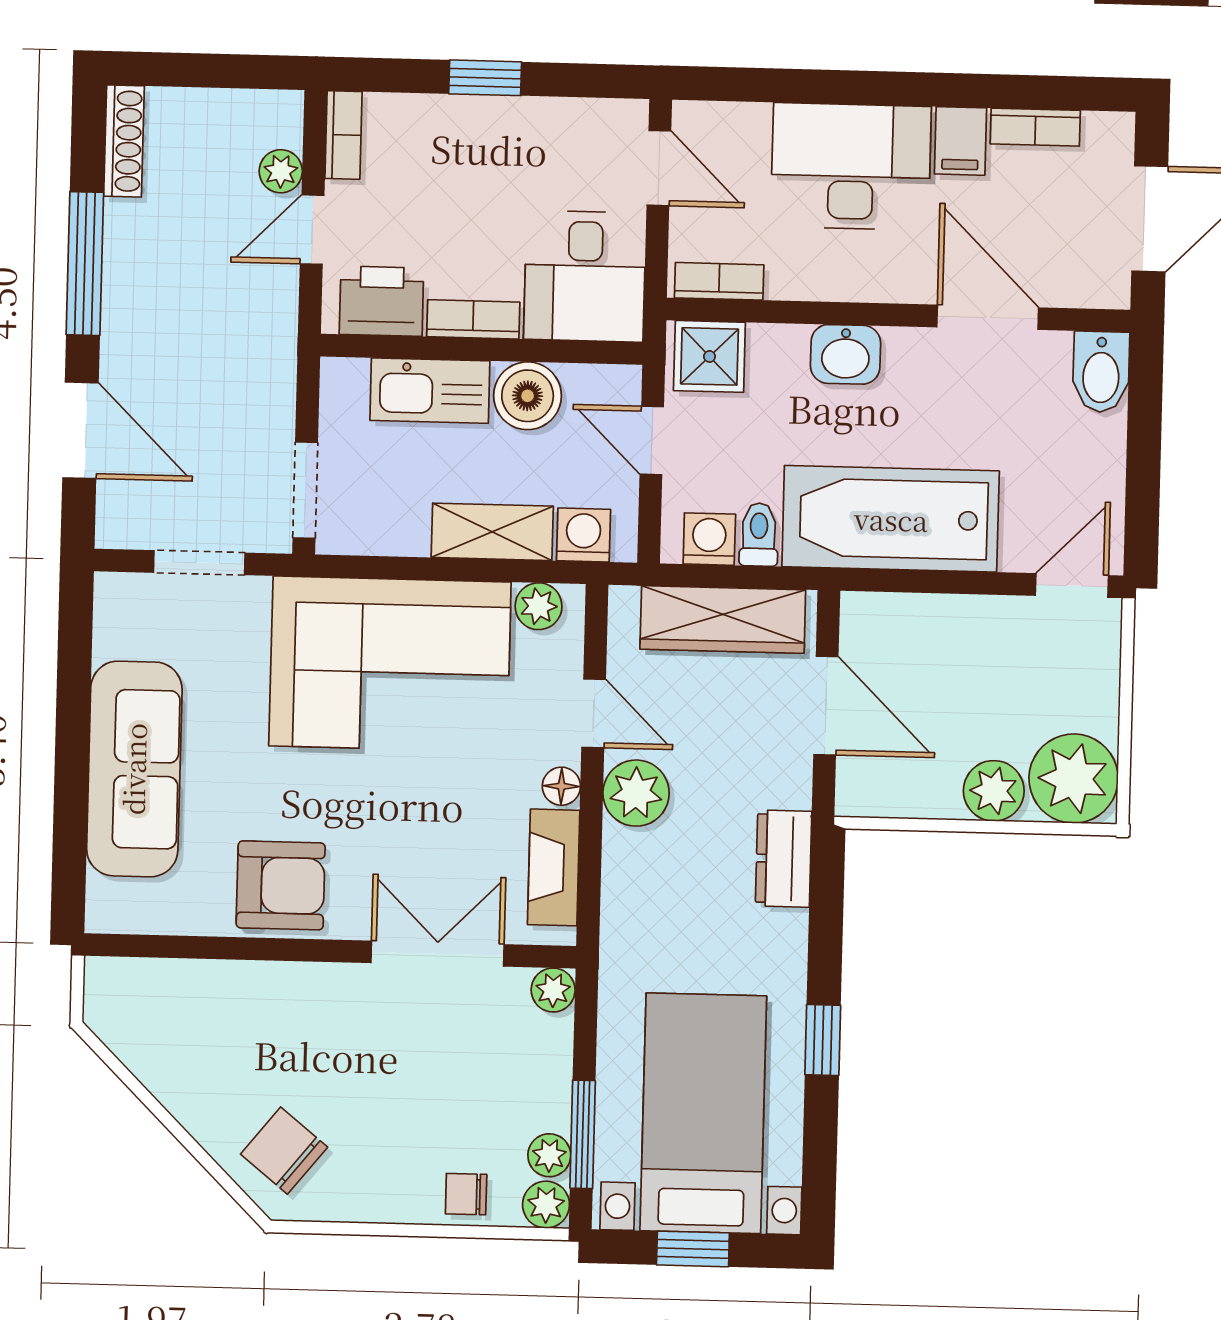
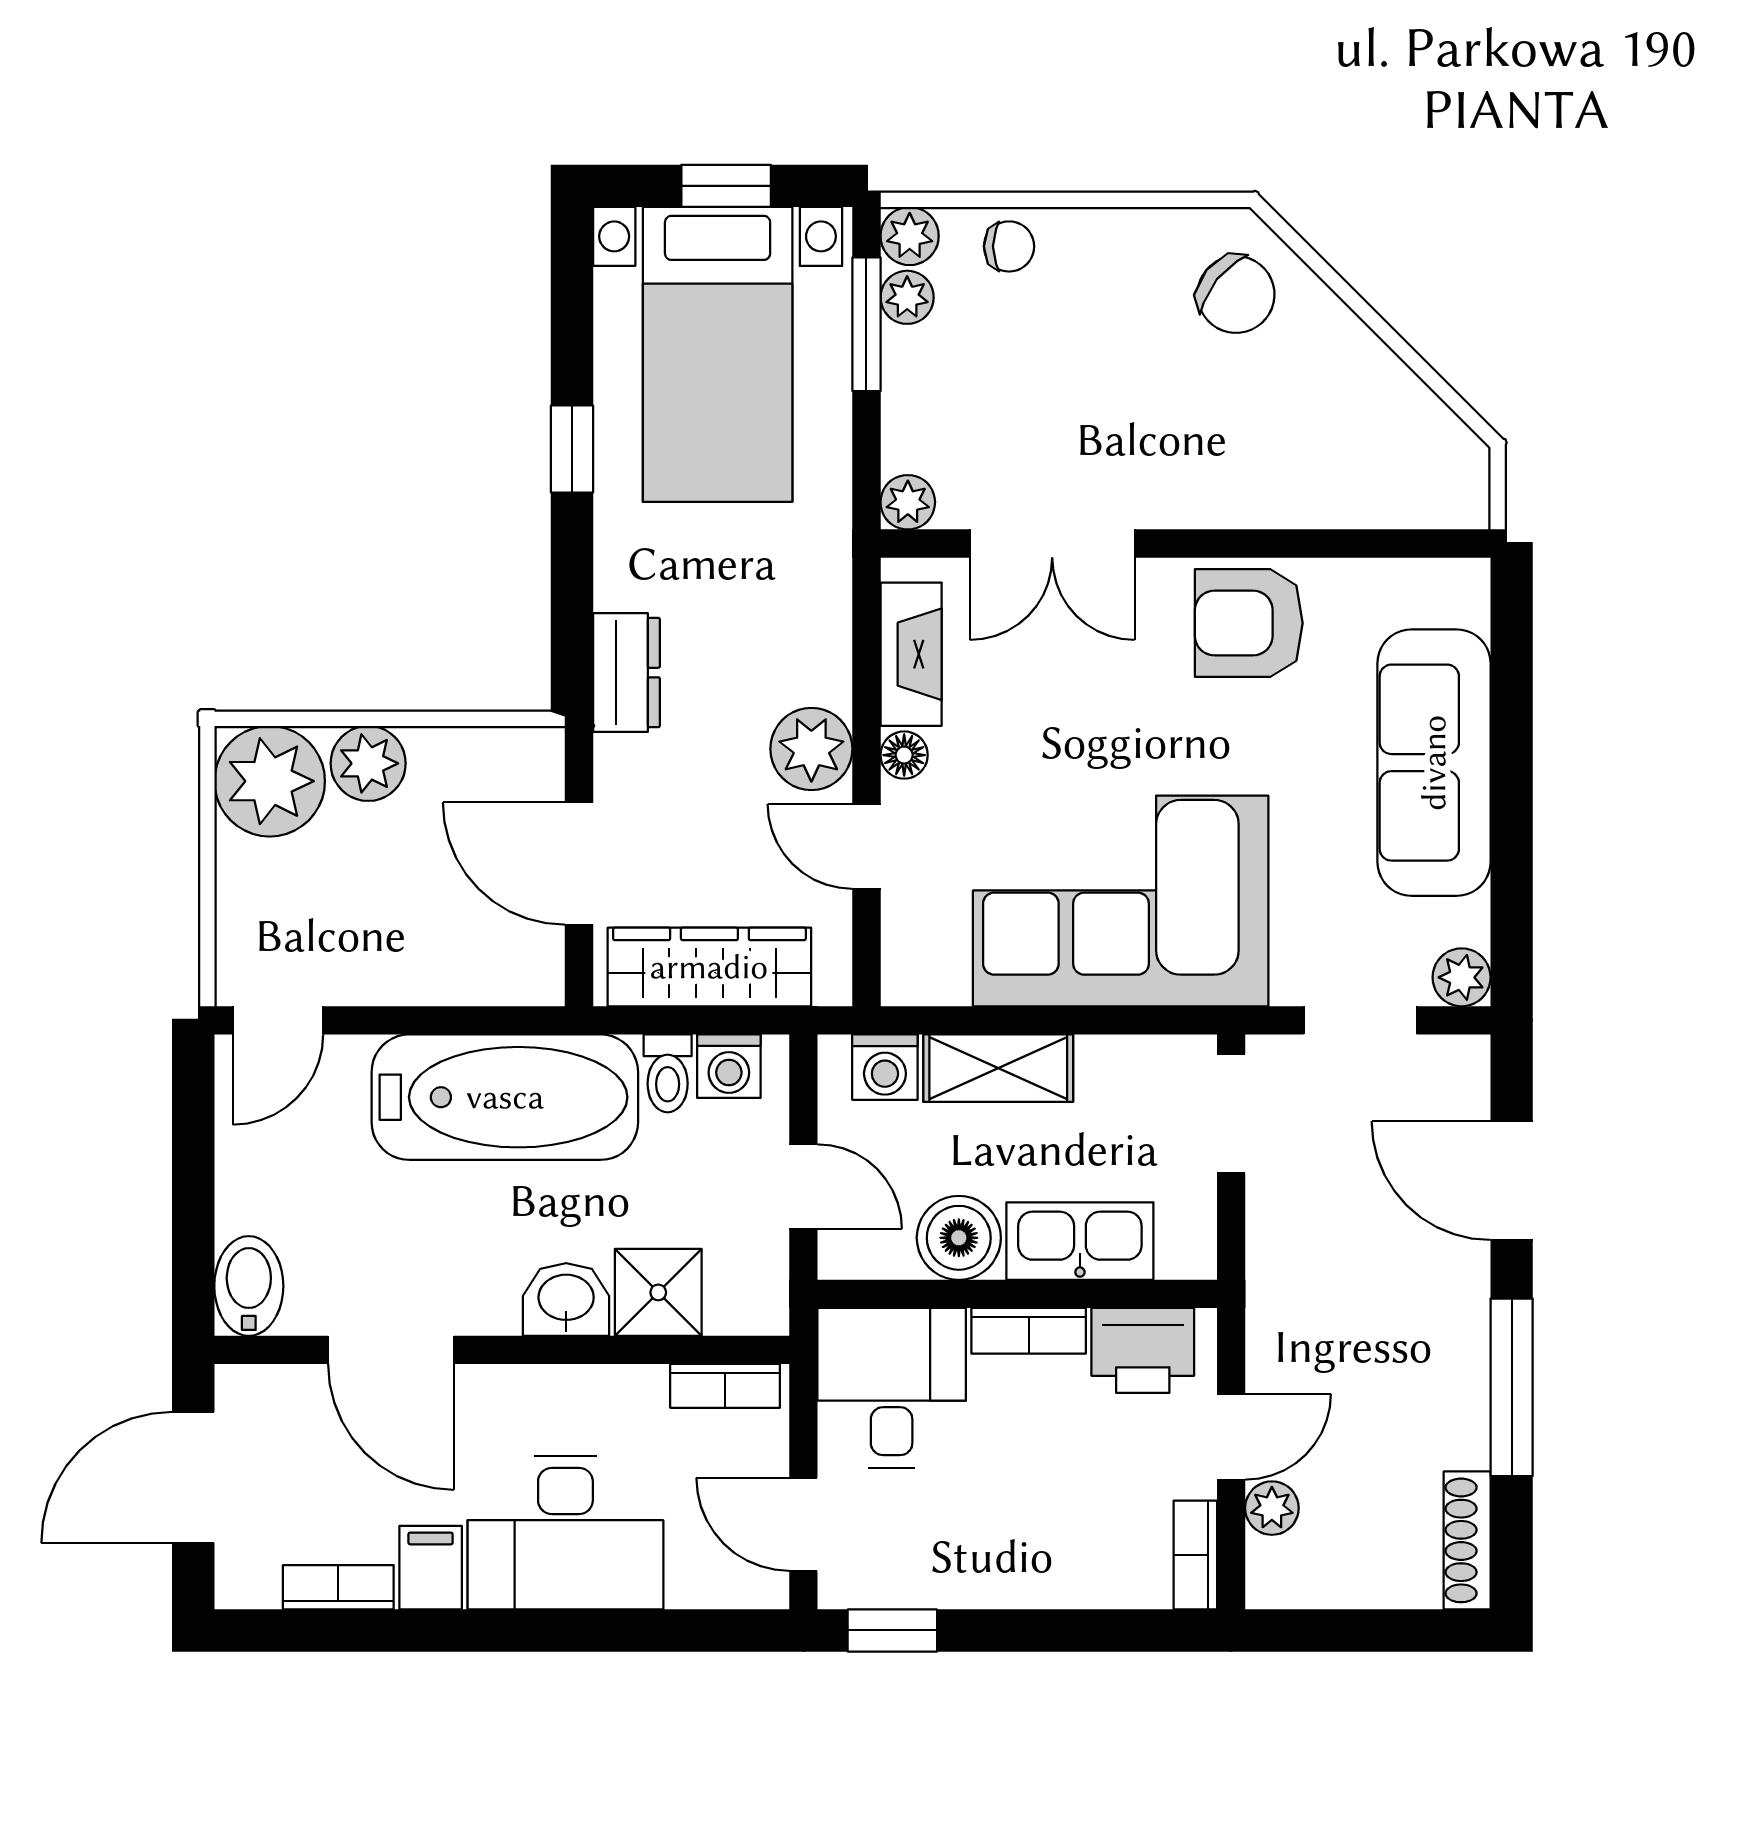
window: (485, 78) -> (892, 1630), moved
shower: (709, 356) -> (658, 1292), moved
plant: (539, 606) -> (1462, 977), moved

